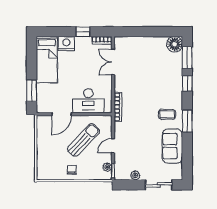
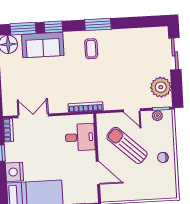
double door: (113, 62) -> (33, 116), swing flipped
desk: (88, 101) -> (80, 137), width x0.73
sofa: (172, 146) -> (43, 45), moved
plant: (135, 175) -> (161, 87), width x1.88, depth x1.88

